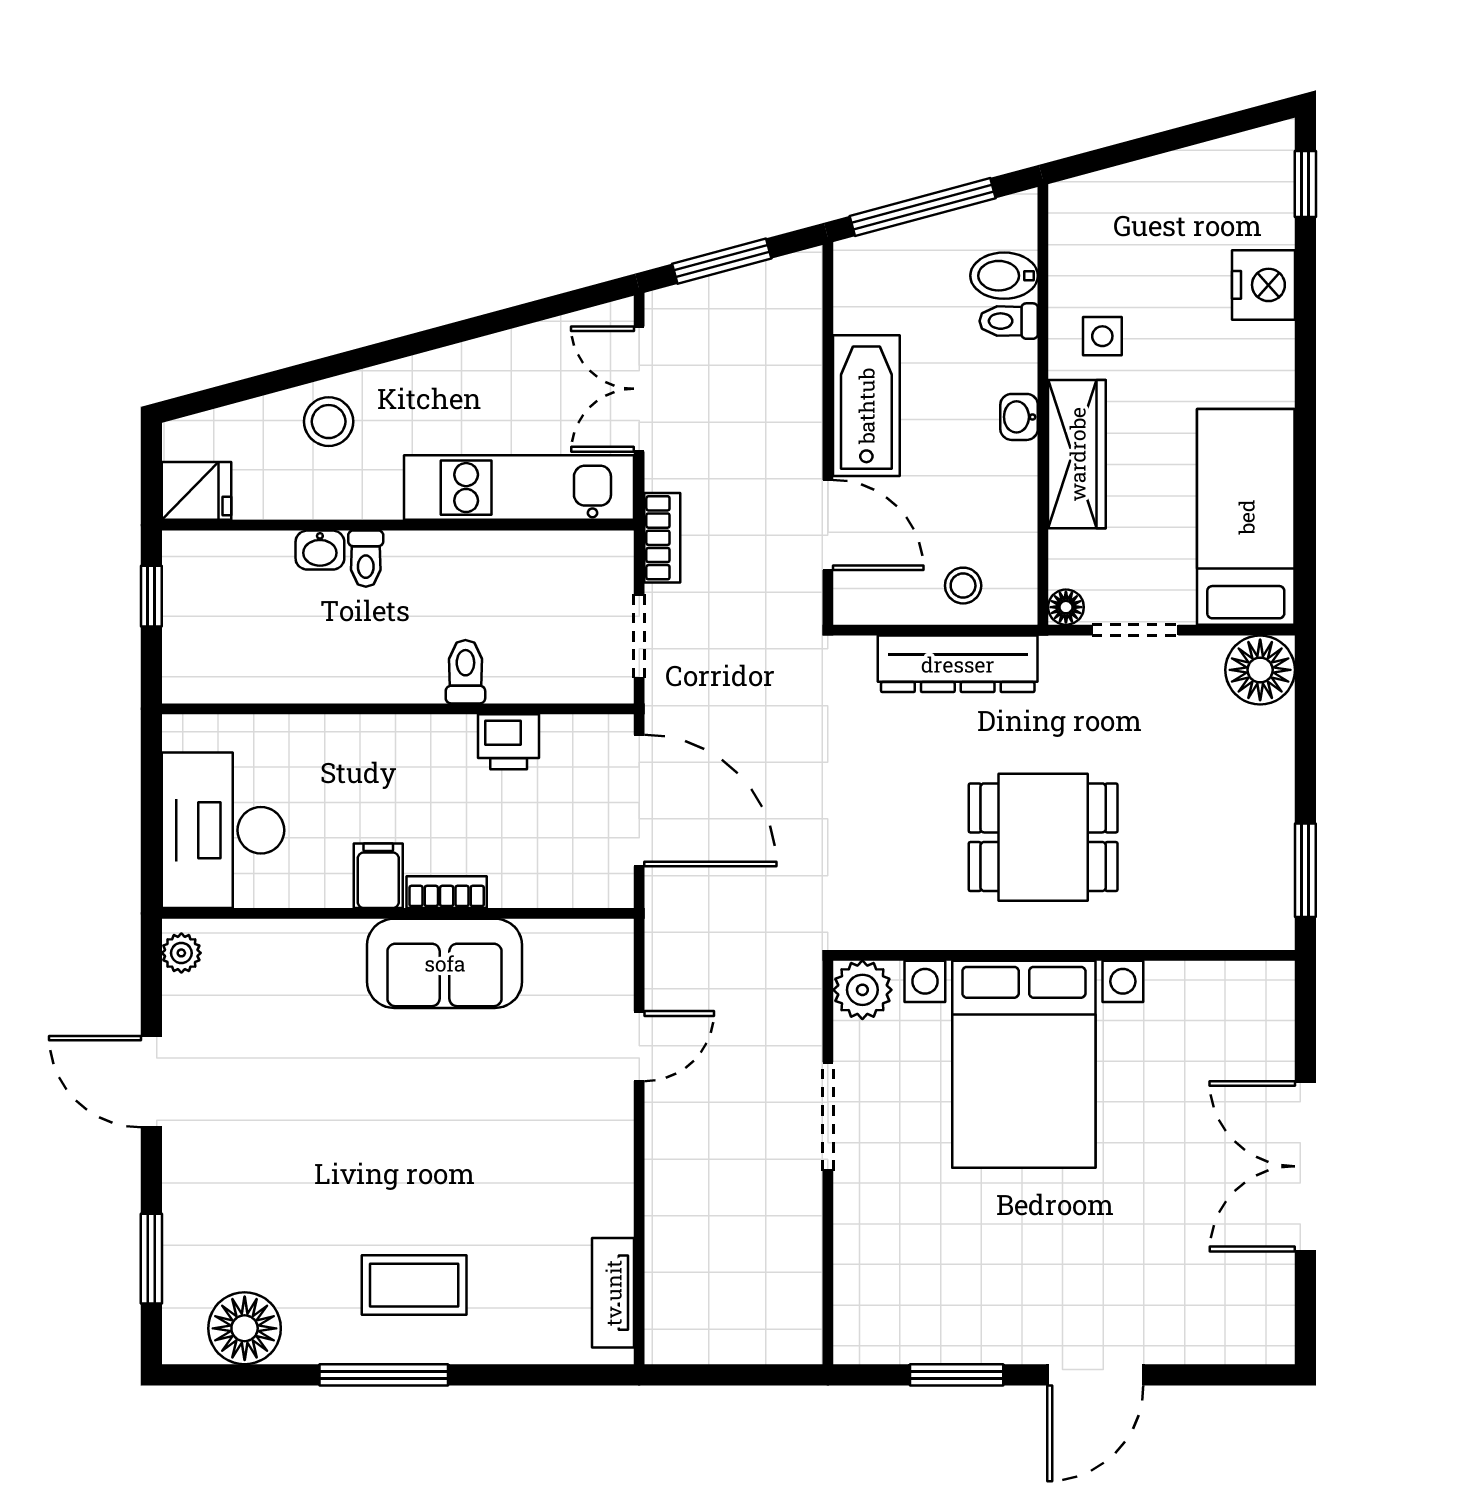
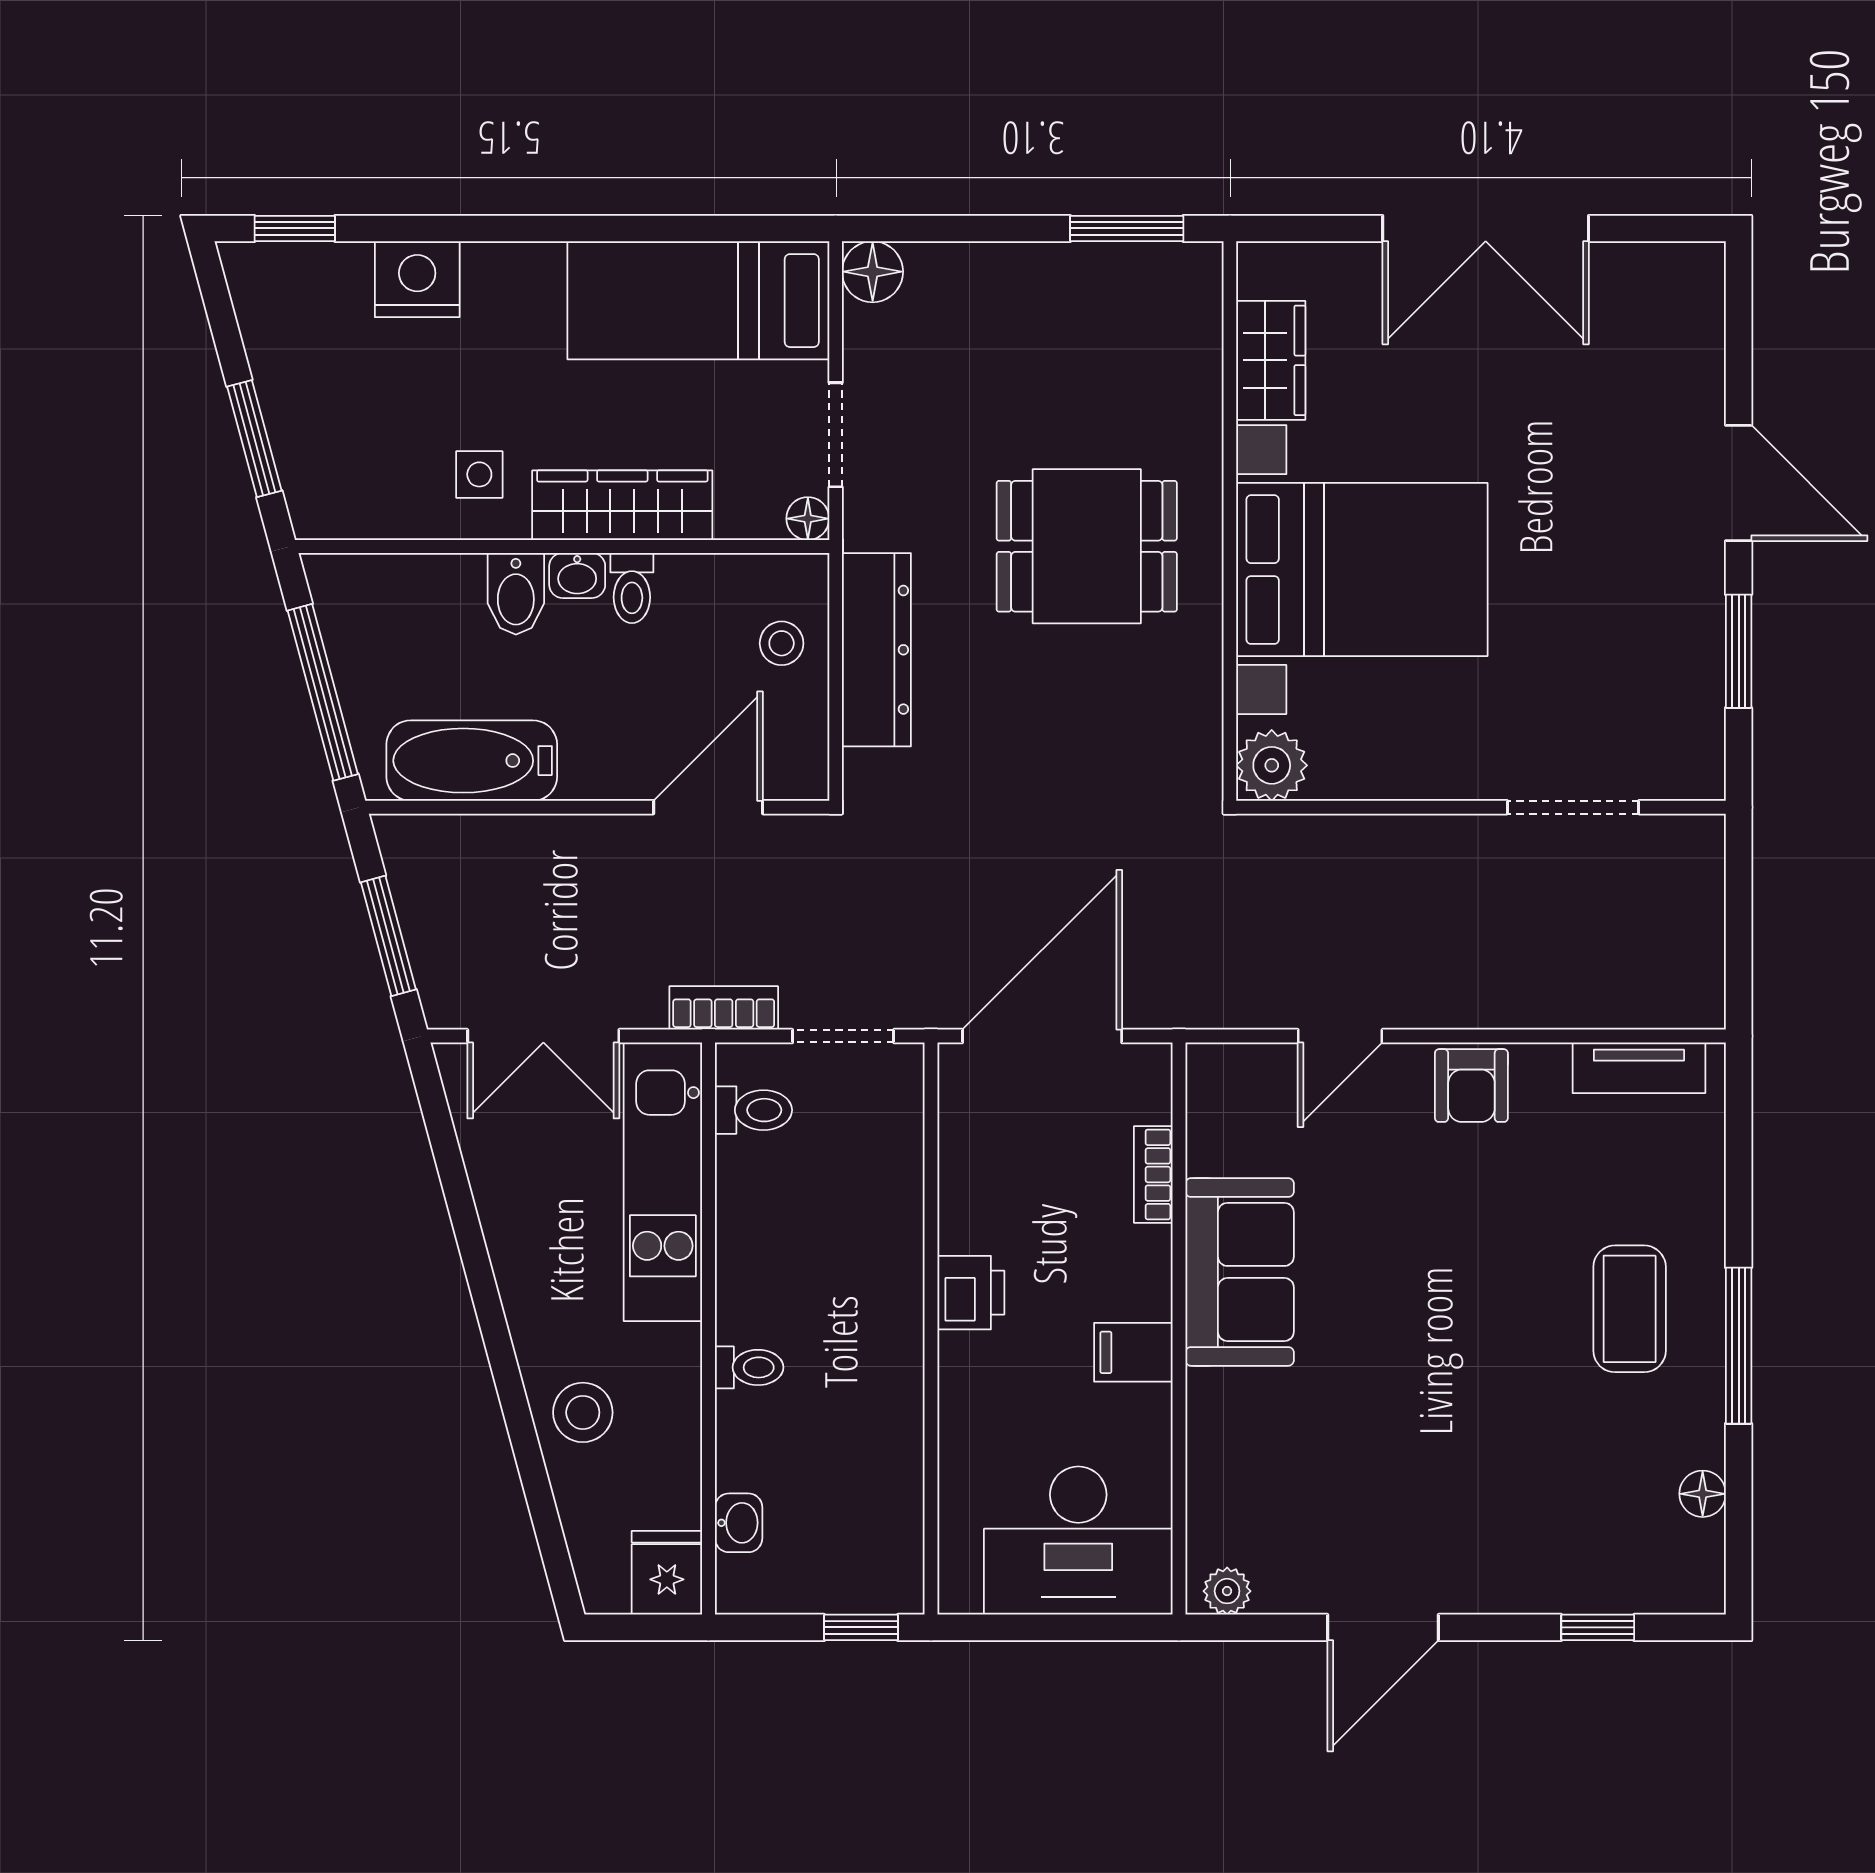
window: (1132, 151) -> (254, 439), added
bidet: (1004, 276) -> (516, 594), moved
toilet: (1009, 321) -> (632, 588), moved
bathtub: (866, 406) -> (472, 761), moved
washbasin: (320, 550) -> (739, 1523), moved
window: (151, 596) -> (861, 1627), moved
floor lamp: (1260, 670) -> (873, 272), width x0.73, depth x0.73
toilet: (465, 672) -> (753, 1110), moved, turned 180
printer: (509, 742) -> (971, 1293), moved
dining table: (1043, 837) -> (1087, 546), turned 90
bookcase: (447, 892) -> (1153, 1174), moved
wardrobe: (1196, 989) -> (1271, 360), added
door: (639, 1046) -> (1340, 1036), swing flipped
doorway: (828, 1117) -> (1573, 807), moved
armchair: (598, 1155) -> (1471, 1086), added
window: (151, 1259) -> (1598, 1627), width x0.67
floor lamp: (245, 1328) -> (1703, 1494), width x0.53, depth x0.53

